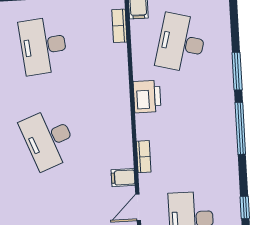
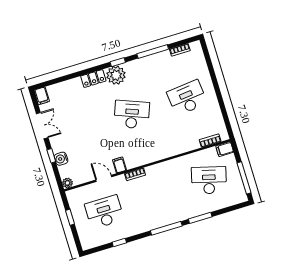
printer: (147, 97) -> (172, 168), removed
desk: (49, 139) -> (132, 115), turned 42

